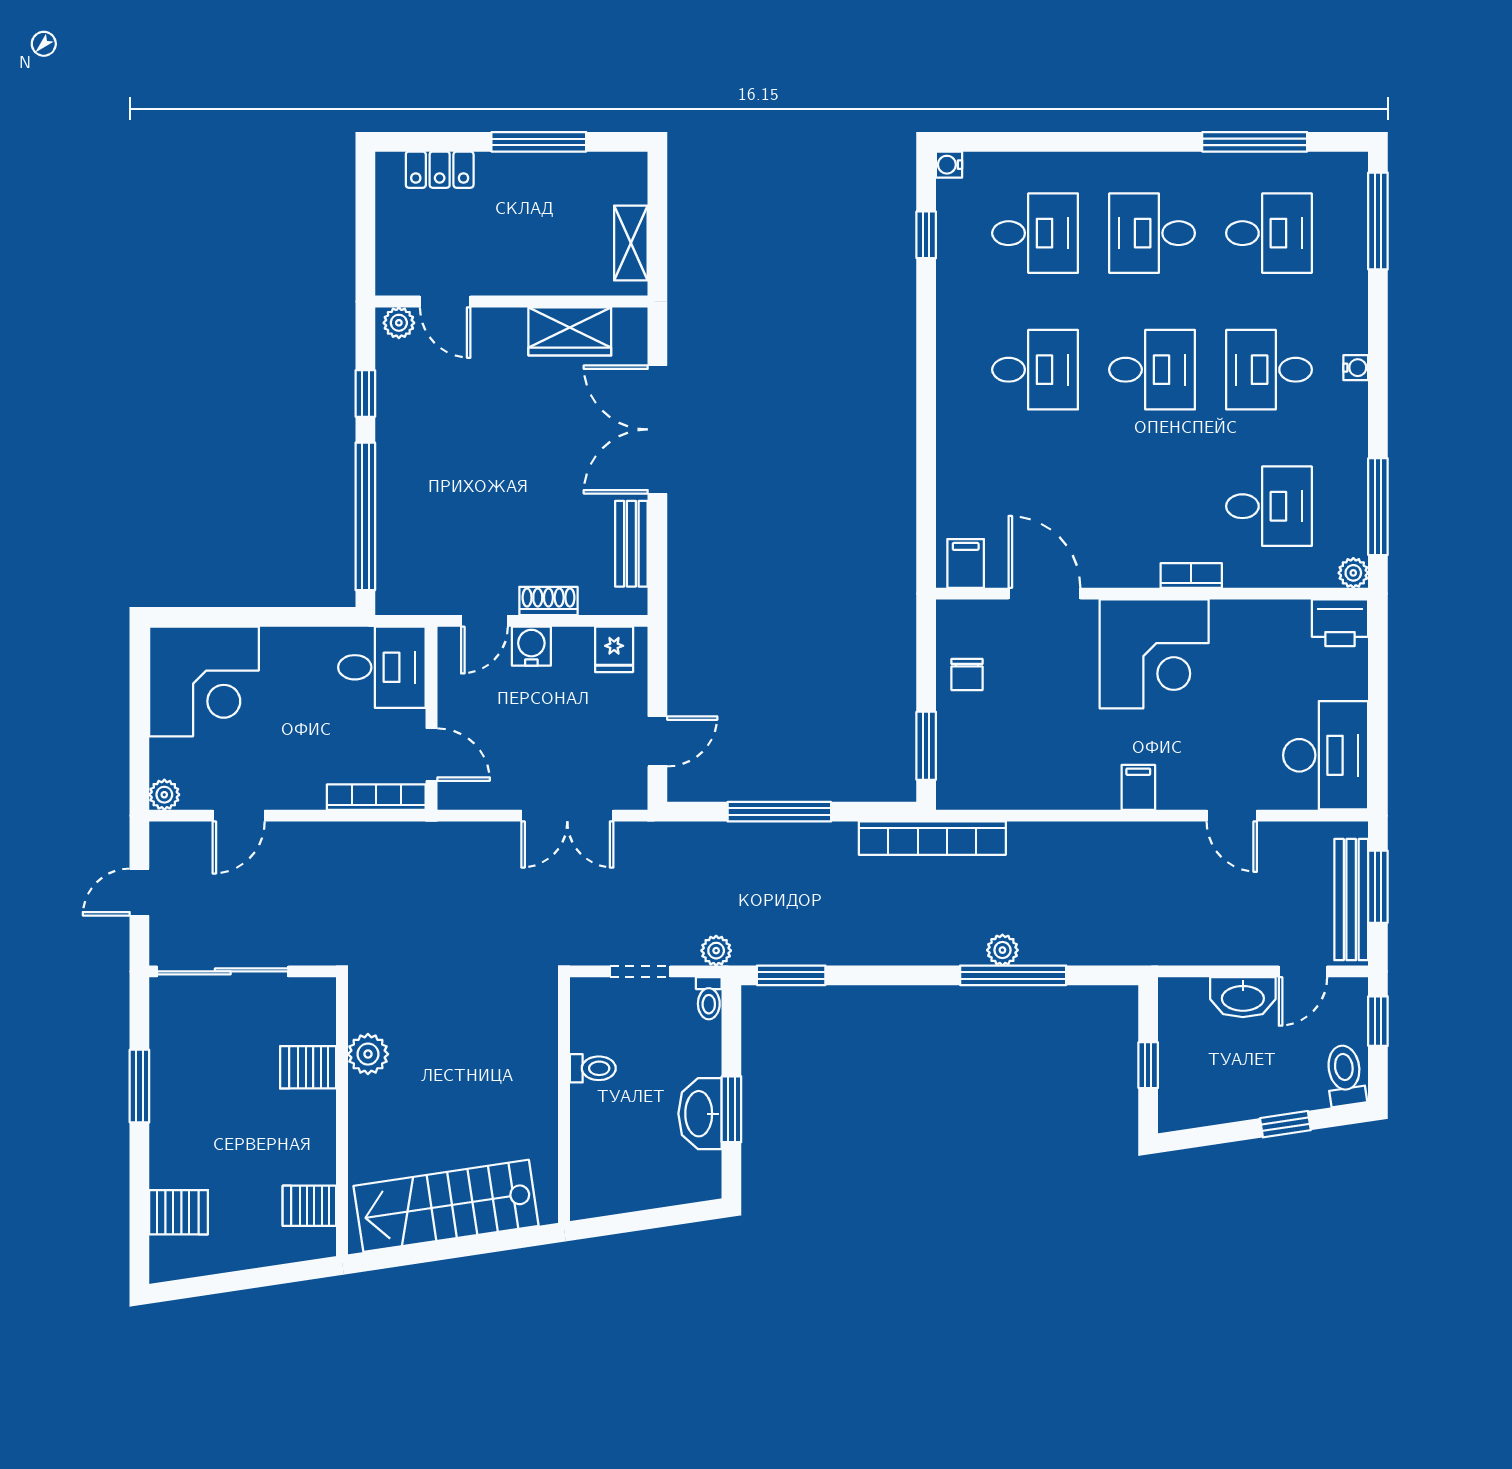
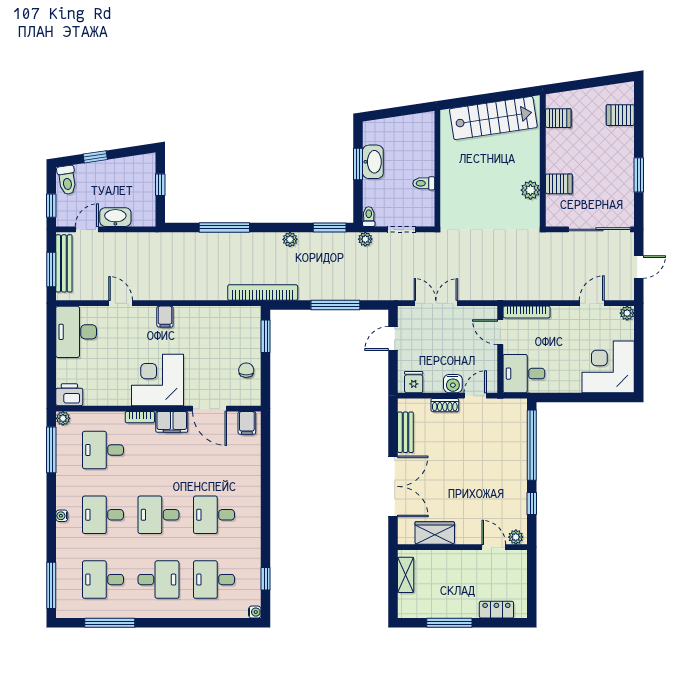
desk: (1269, 370) -> (103, 515), turned 180
filing cabinet: (1124, 565) -> (172, 422), added
plant: (1002, 950) -> (290, 239), moved

